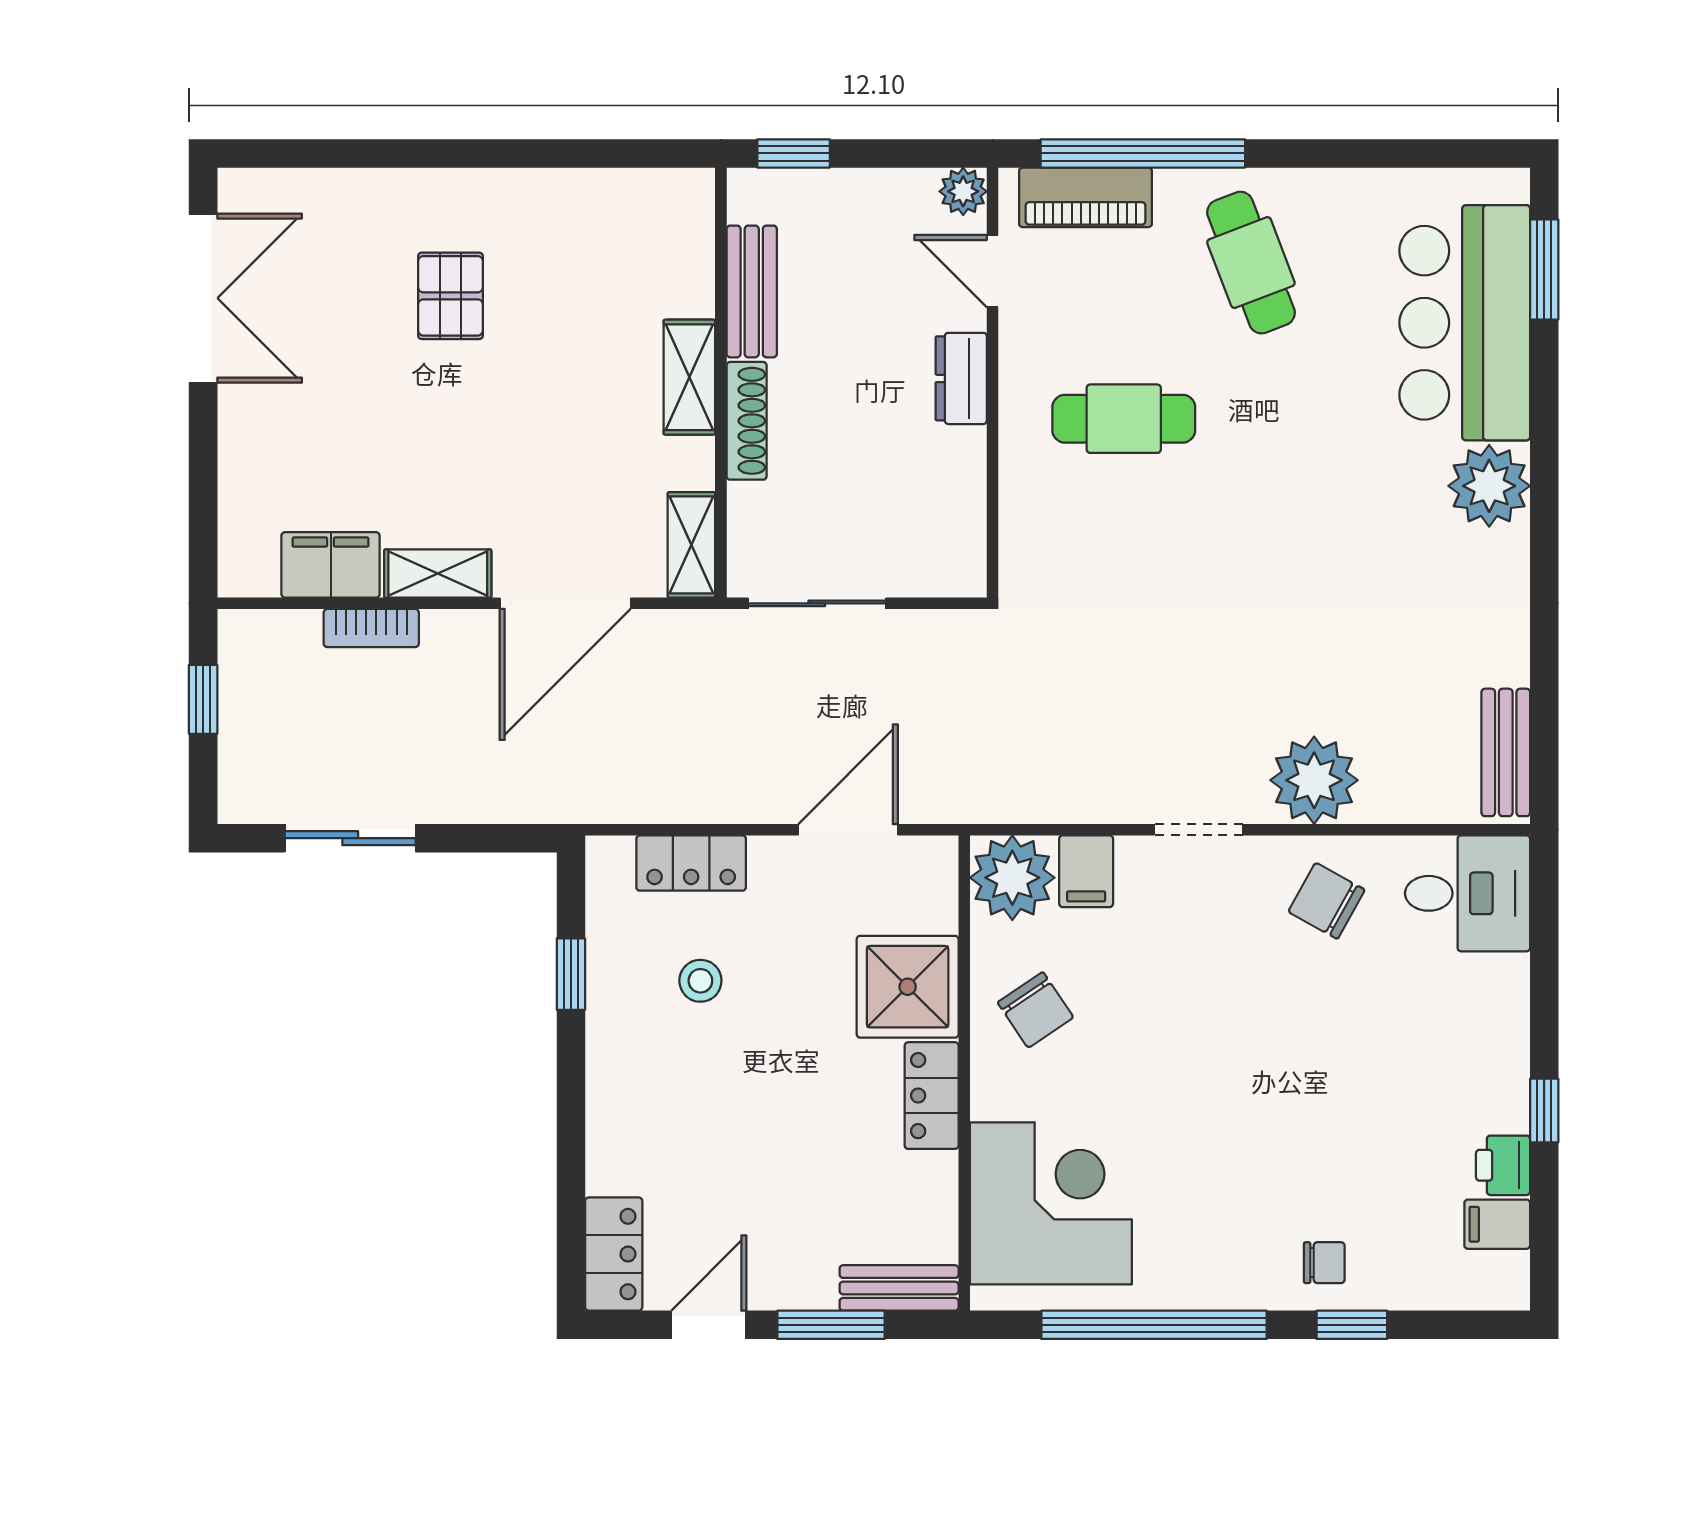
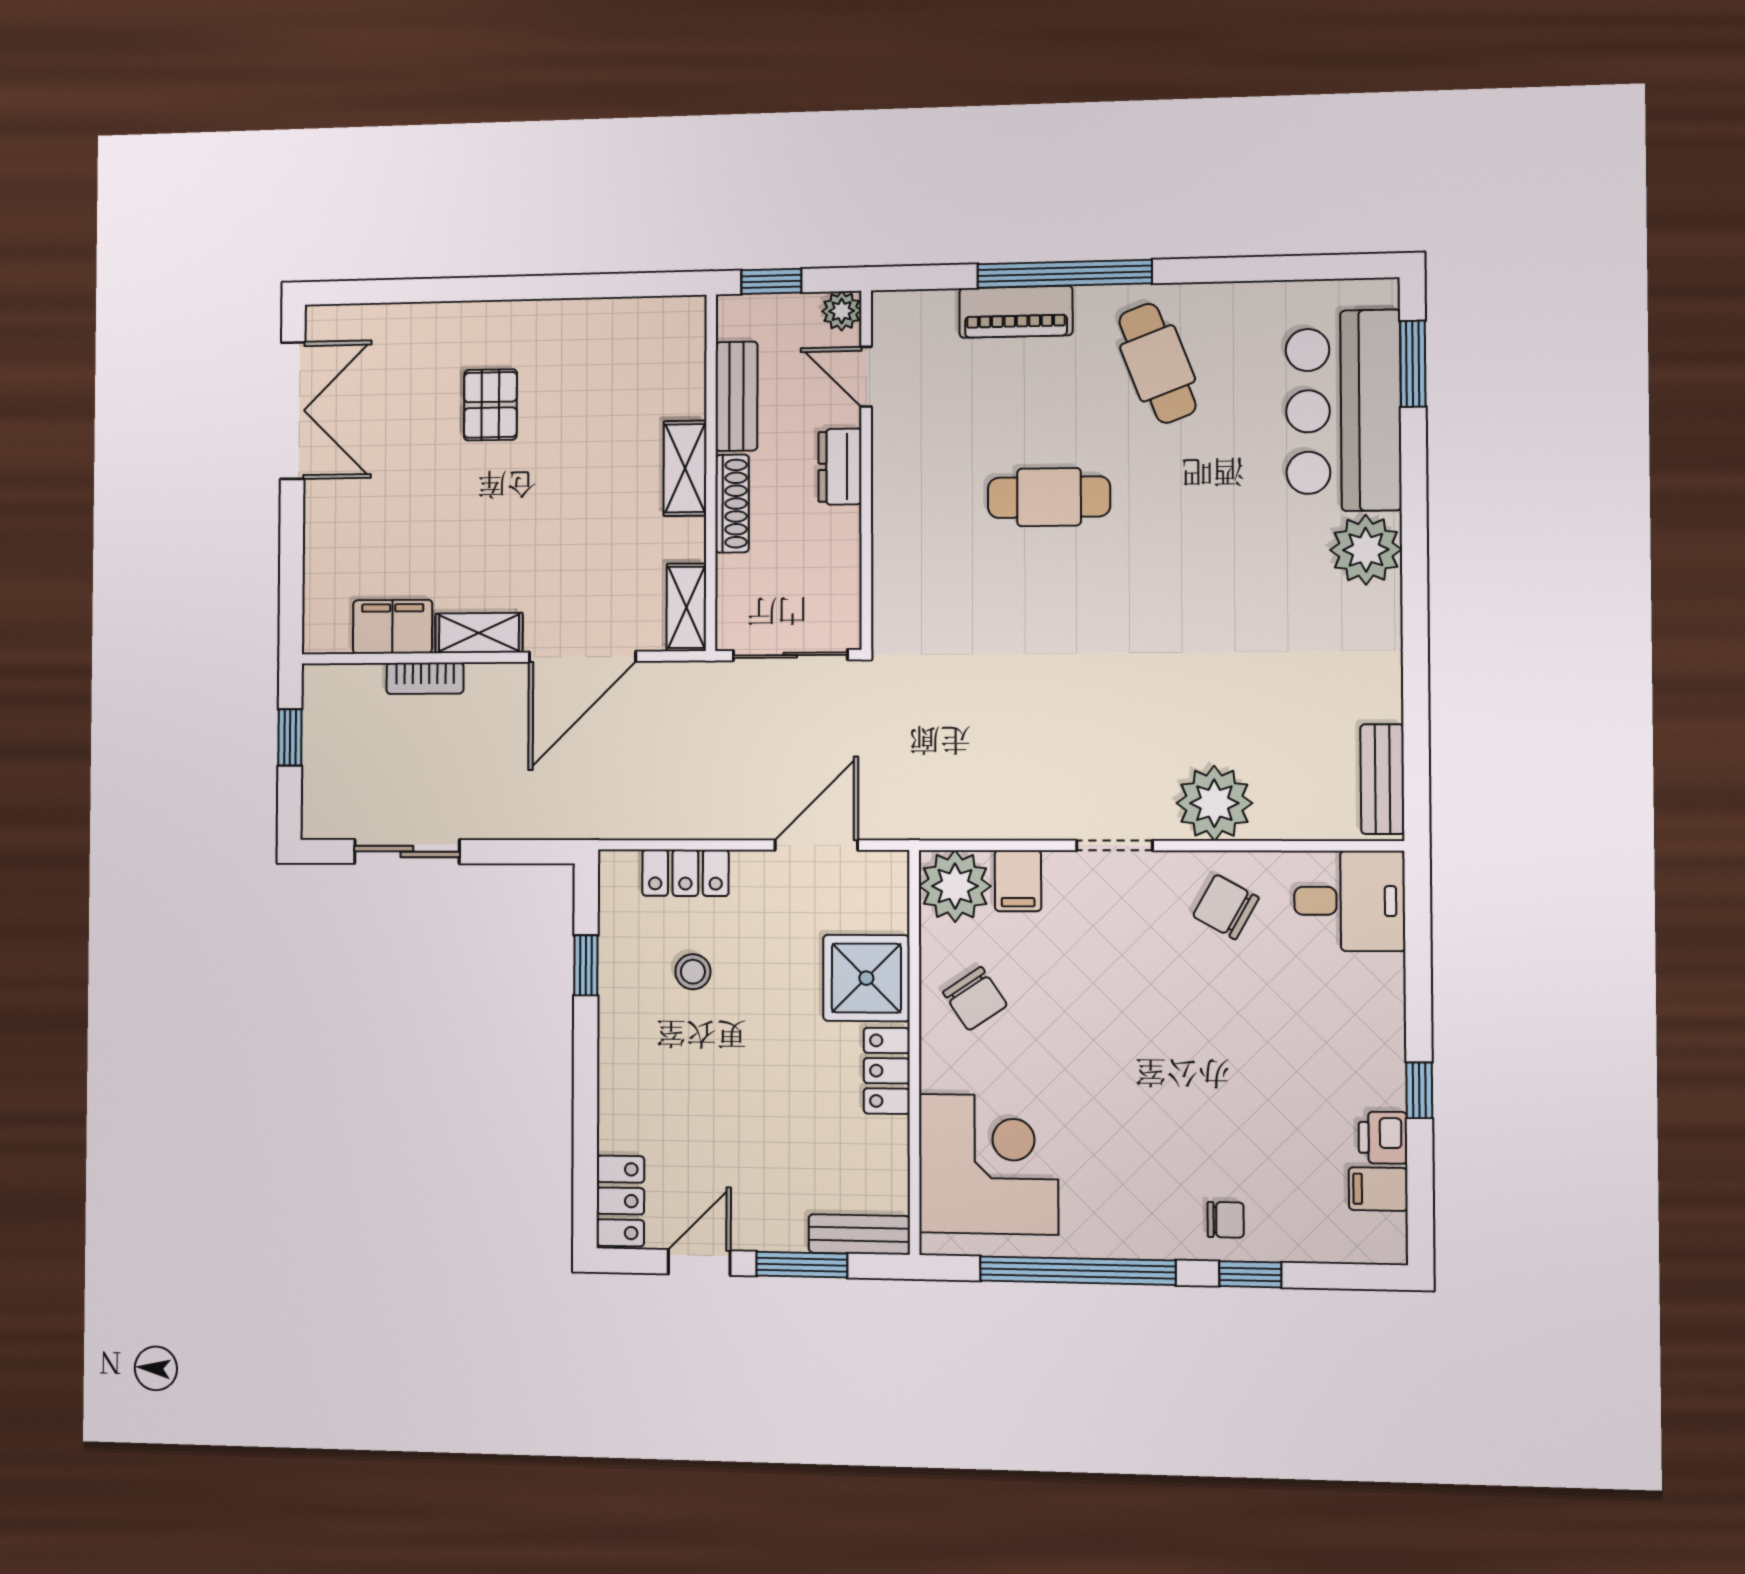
plant: (963, 191) -> (842, 311), moved
door: (993, 271) -> (866, 377), moved
dresser: (961, 378) -> (840, 467), moved
wall: (993, 383) -> (866, 470), moved

